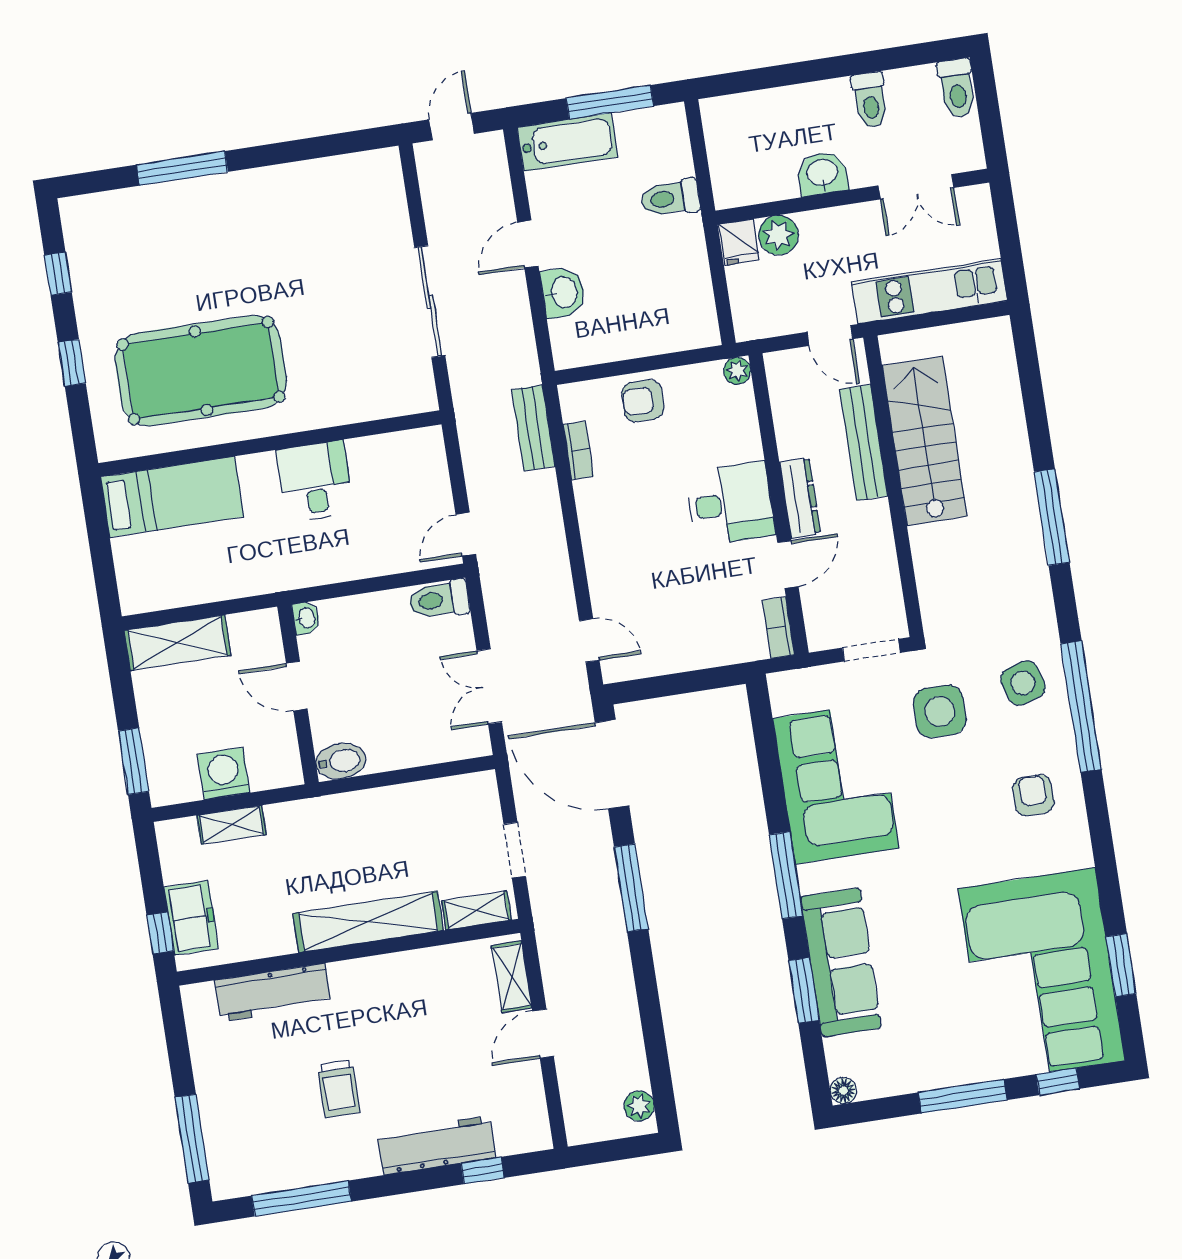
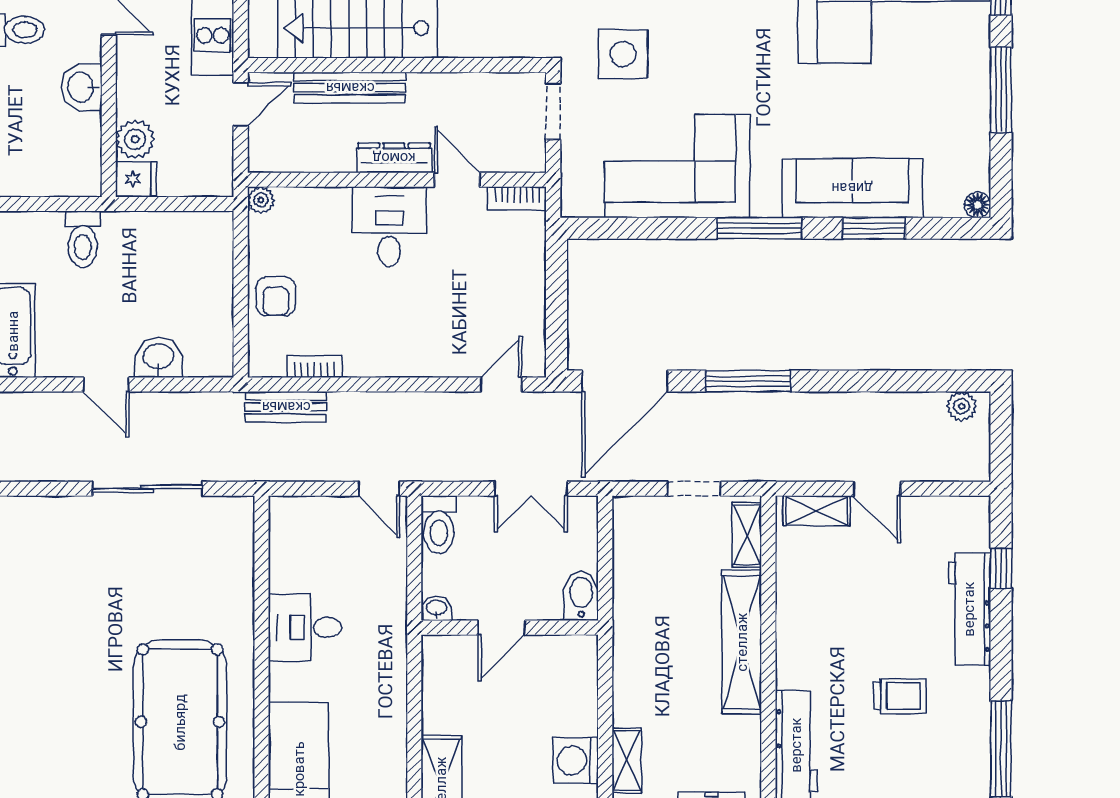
washbasin: (306, 618) -> (437, 608), moved
door: (297, 686) -> (501, 628), moved
wall: (298, 694) -> (510, 628), moved
bidet: (341, 761) -> (581, 596), moved

